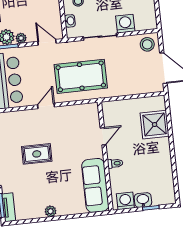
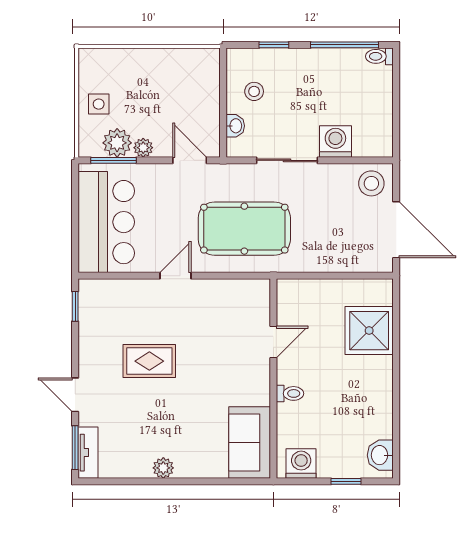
sofa: (95, 185) -> (250, 443), width x0.73
washbasin: (143, 200) -> (380, 455), moved, turned -90

